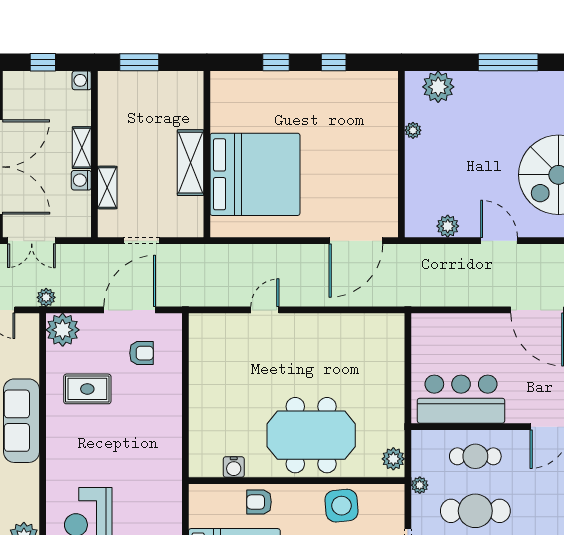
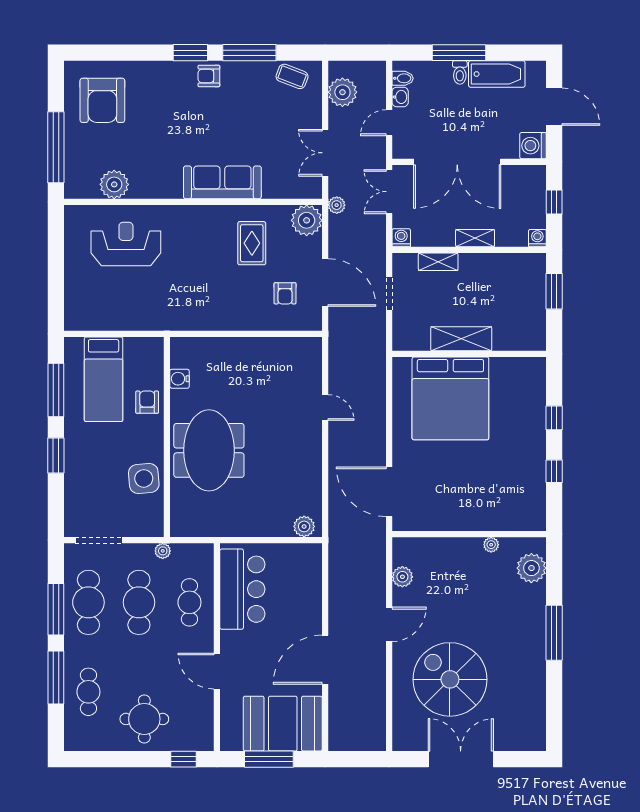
washing machine: (81, 180) -> (401, 238), moved
plant: (393, 459) -> (304, 526), moved

